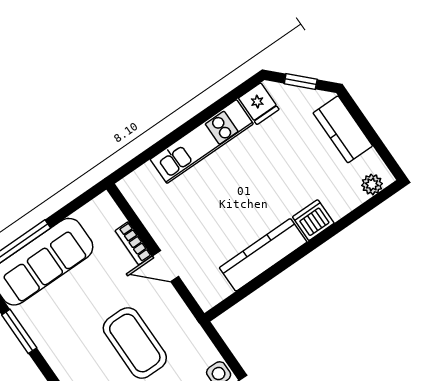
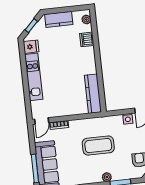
dishwasher: (313, 220) -> (87, 39), moved
kitchen counter: (263, 255) -> (93, 94), moved
door: (166, 266) -> (42, 121), moved

